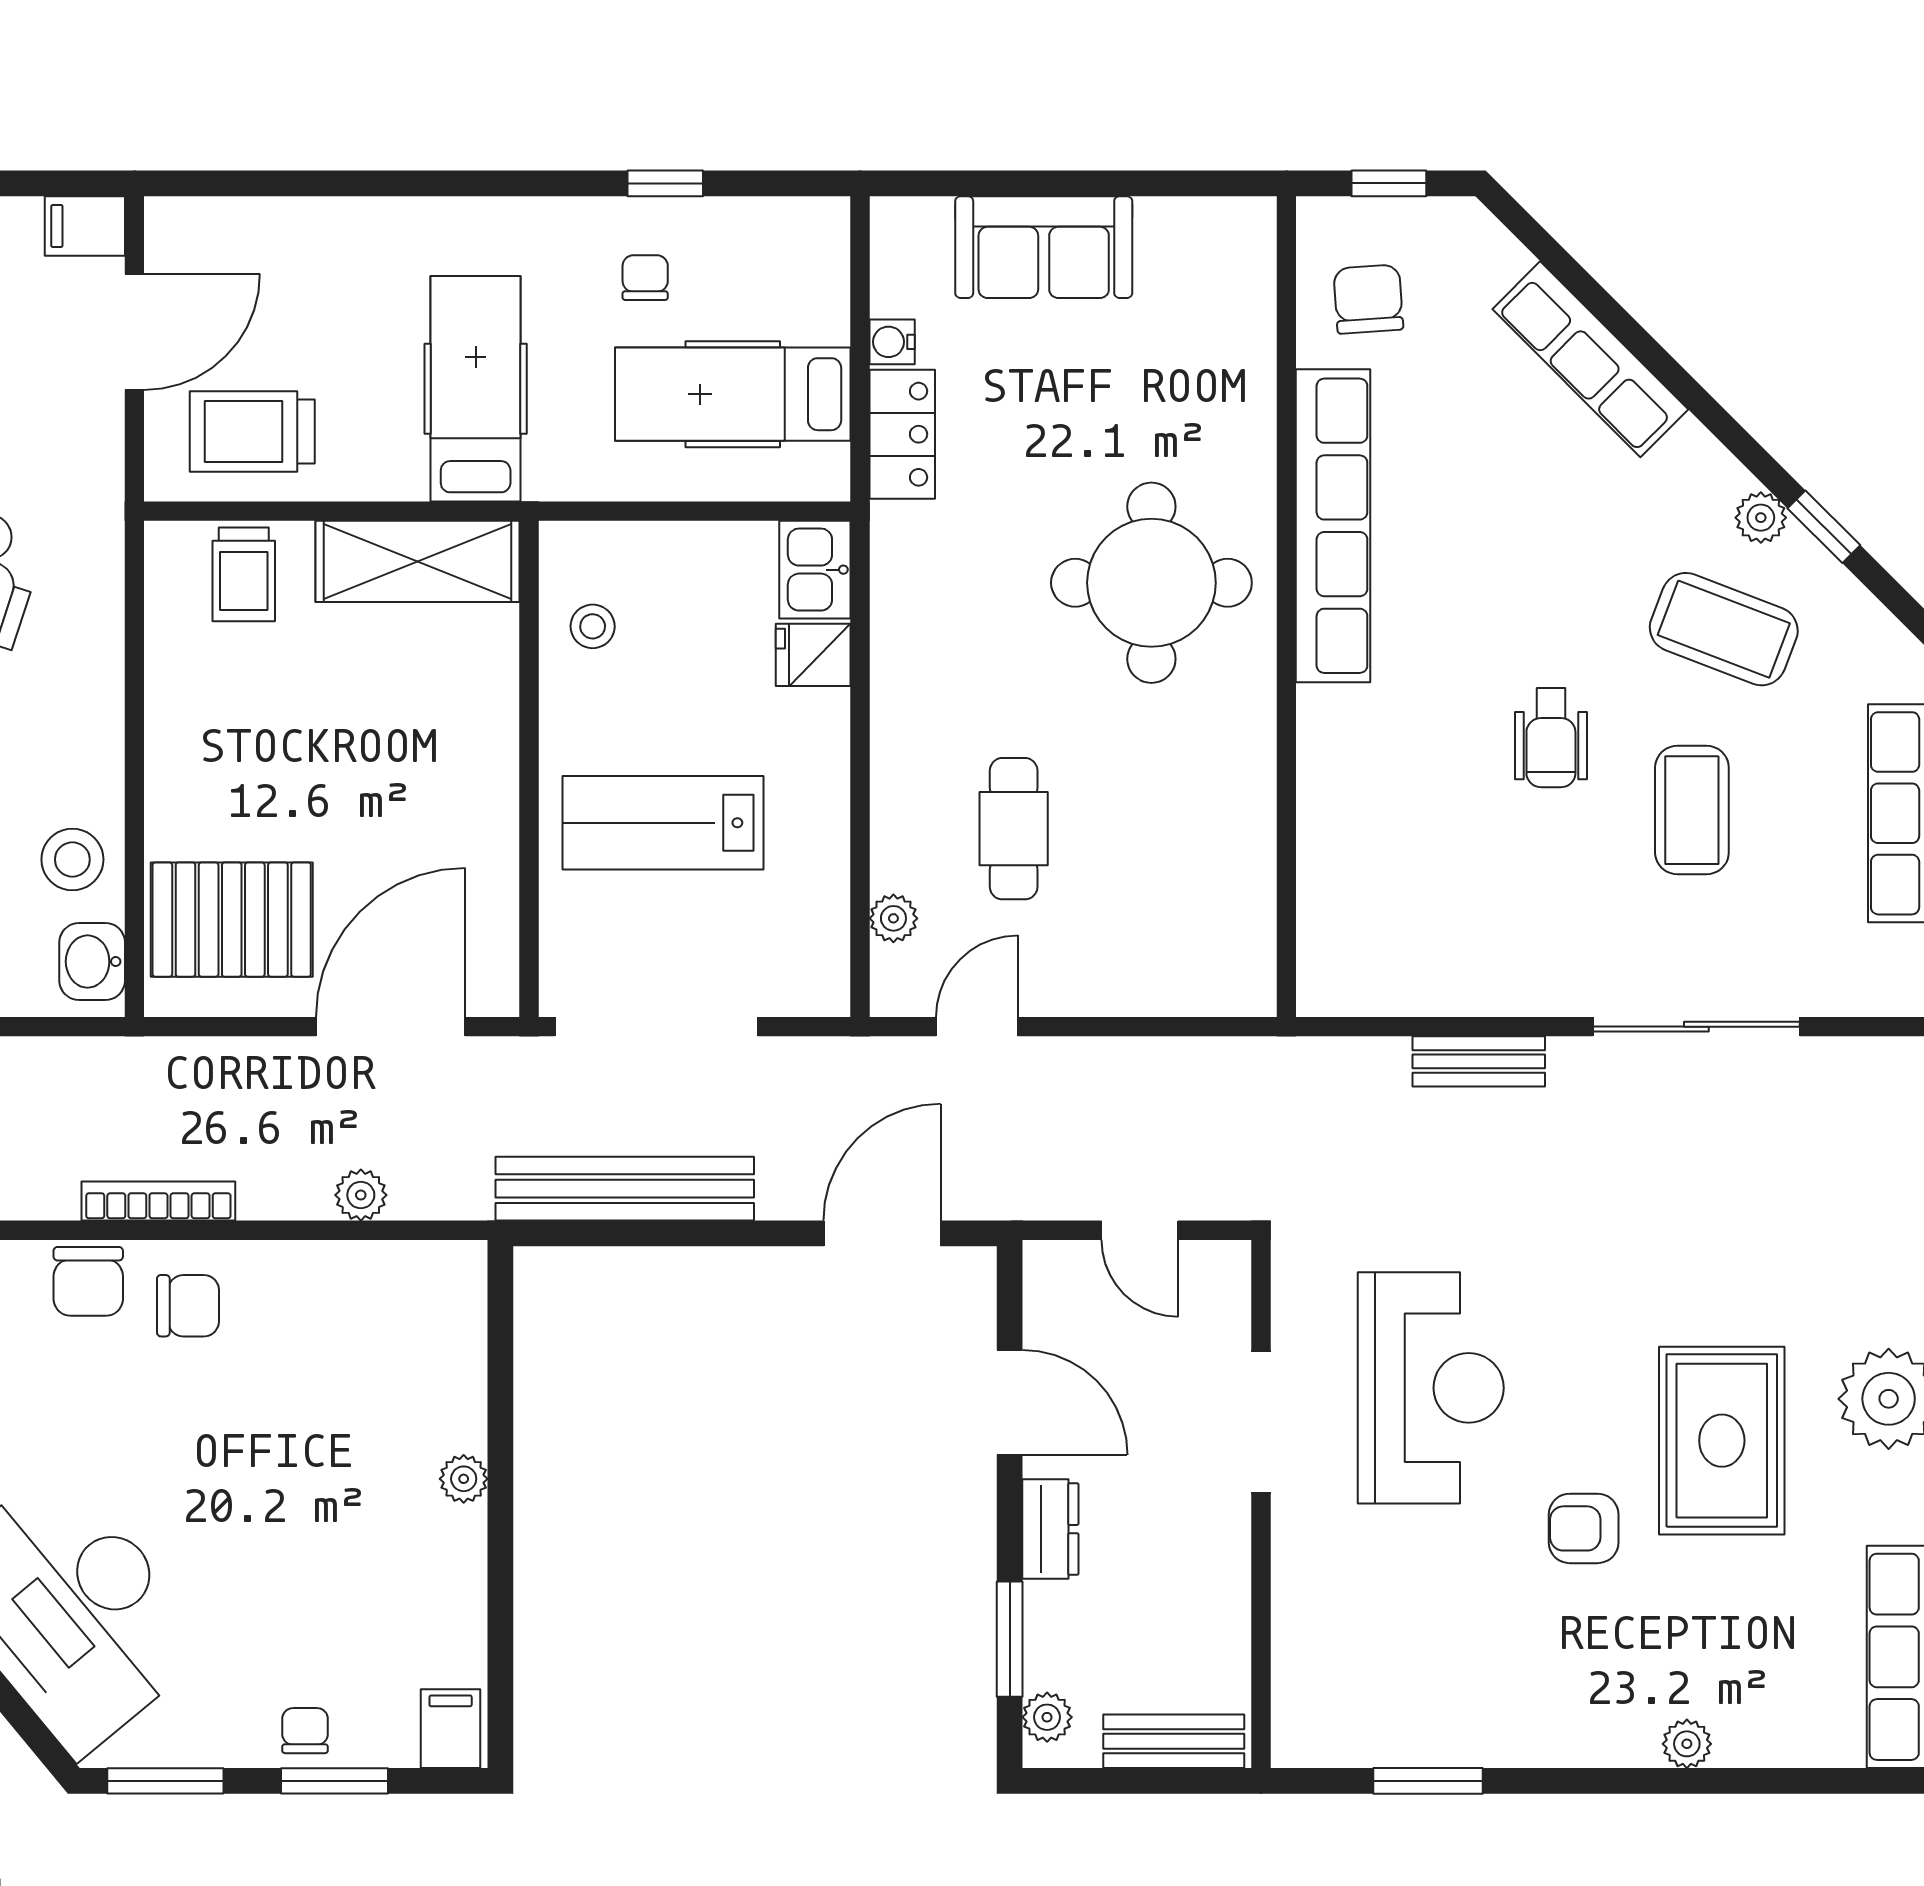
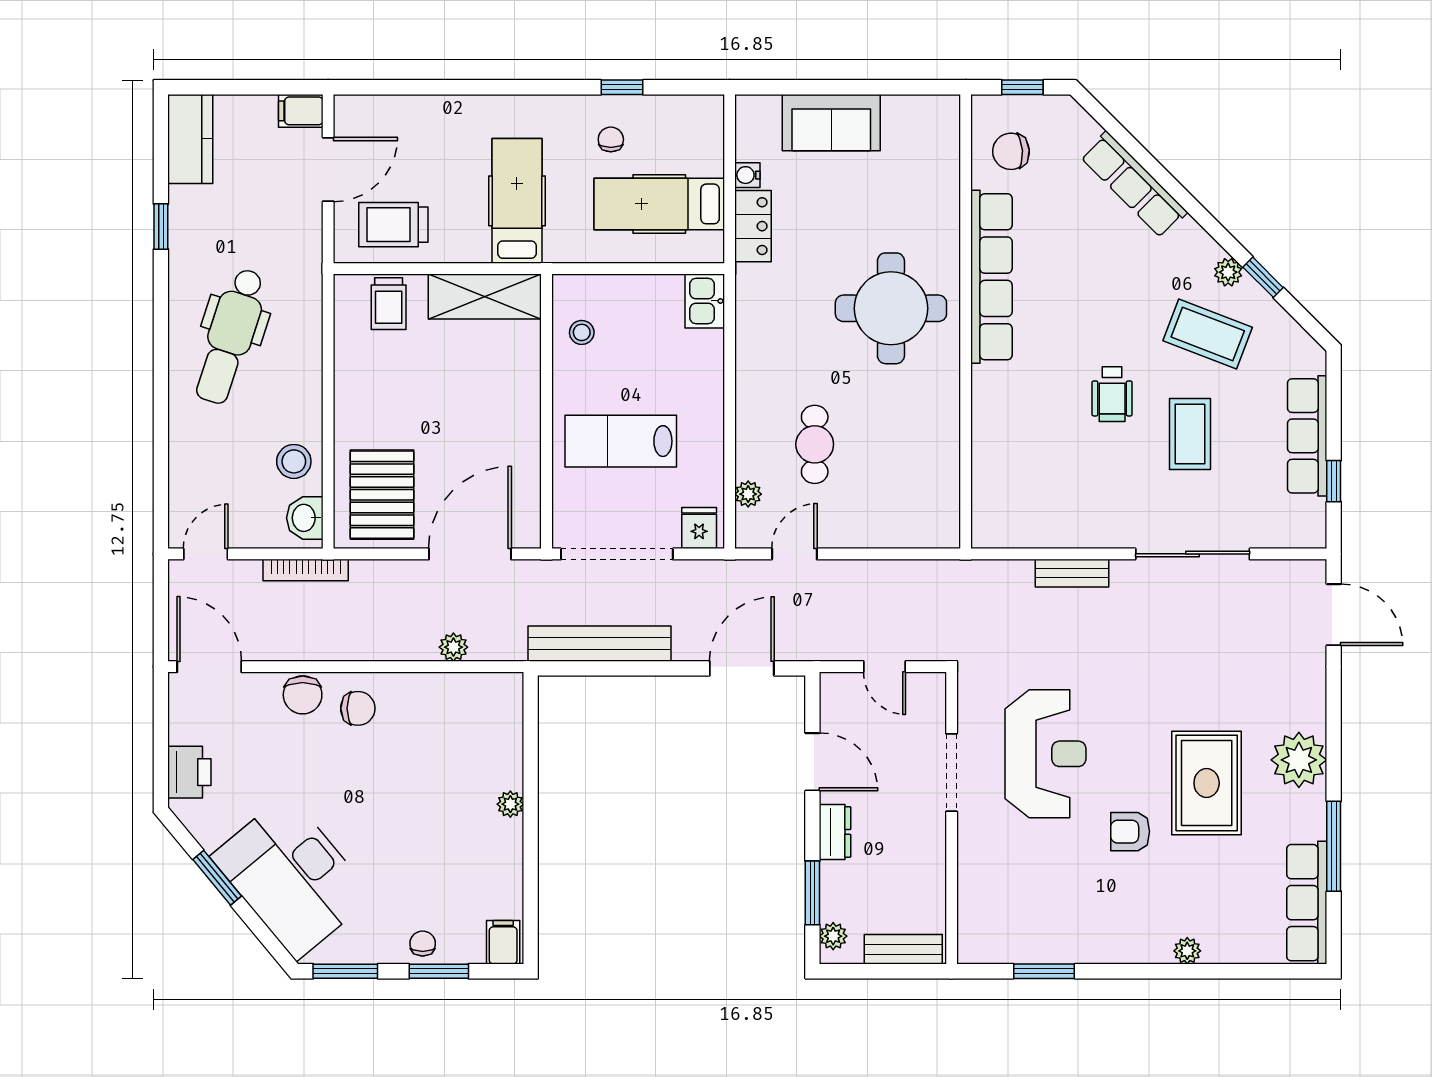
chair: (1368, 299) -> (1011, 151), turned -90
fridge: (813, 655) -> (699, 528), moved, turned 90
pallet: (232, 920) -> (382, 495), turned 90
bookcase: (158, 1201) -> (306, 570), moved, turned 180

